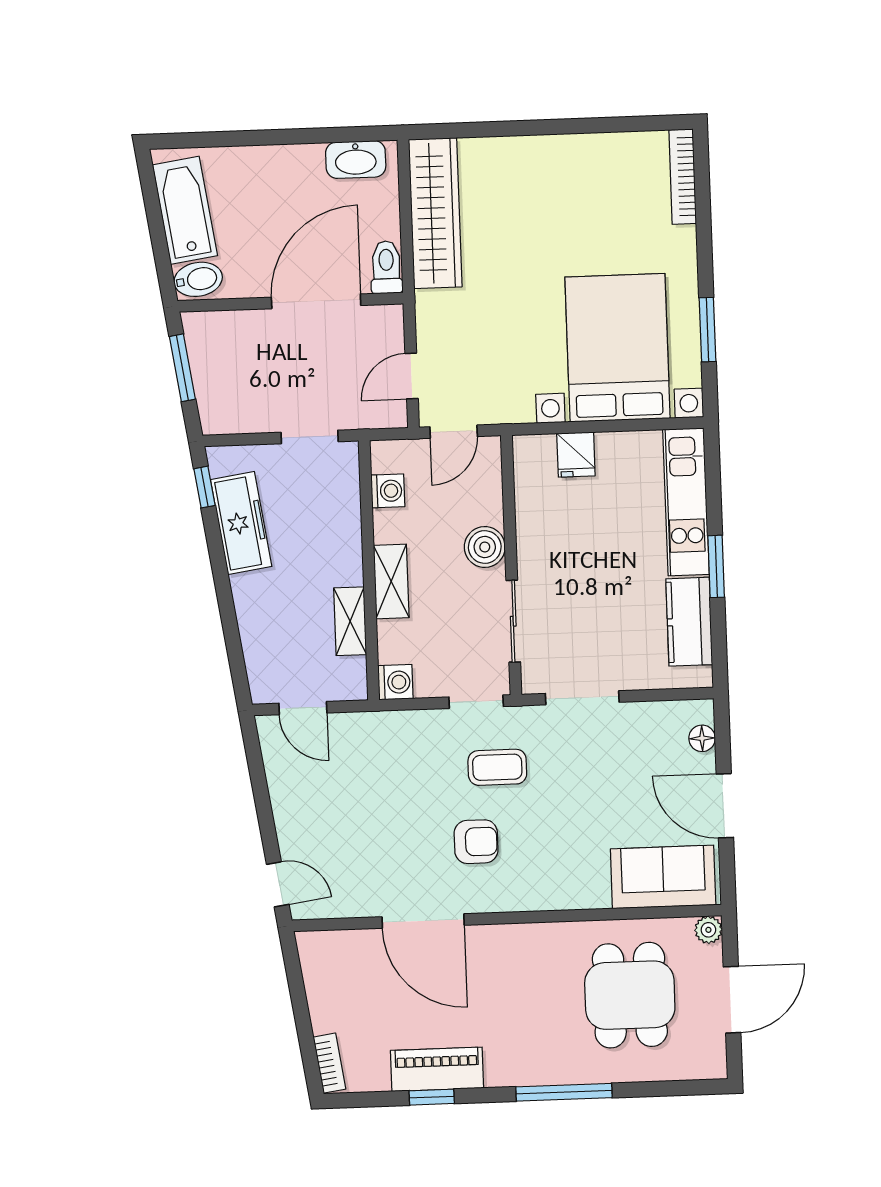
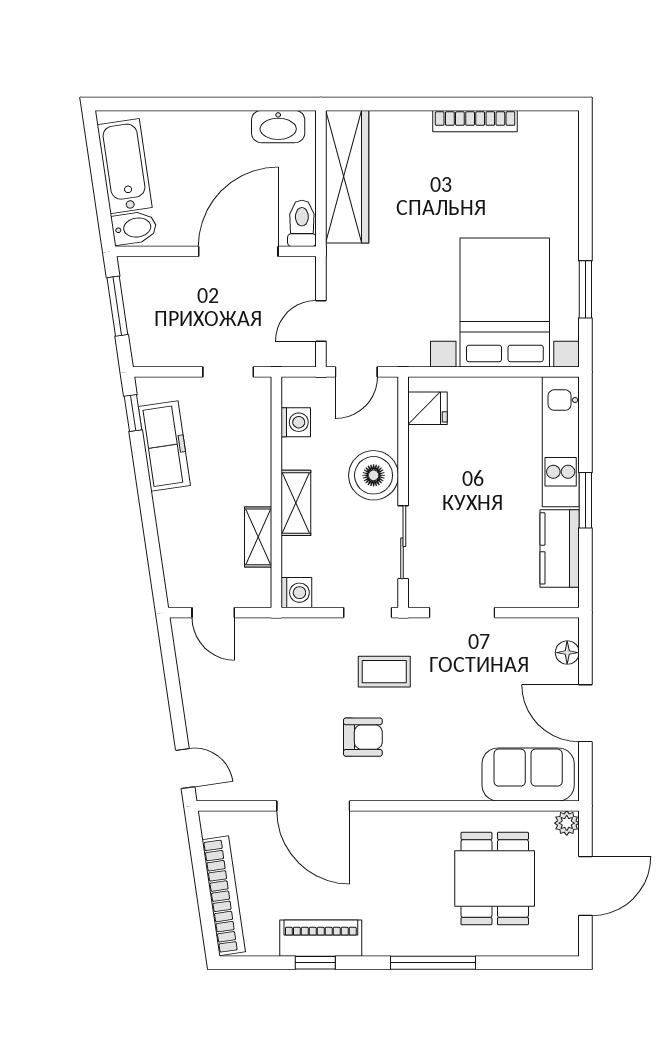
bookcase: (683, 177) -> (475, 121), moved, turned -90
fridge: (576, 455) -> (428, 408), moved, turned -90
boiler: (485, 547) -> (374, 475), width x1.37, depth x1.37
bookcase: (330, 1063) -> (224, 896), width x2.31, depth x1.31

